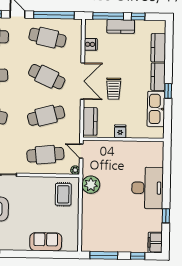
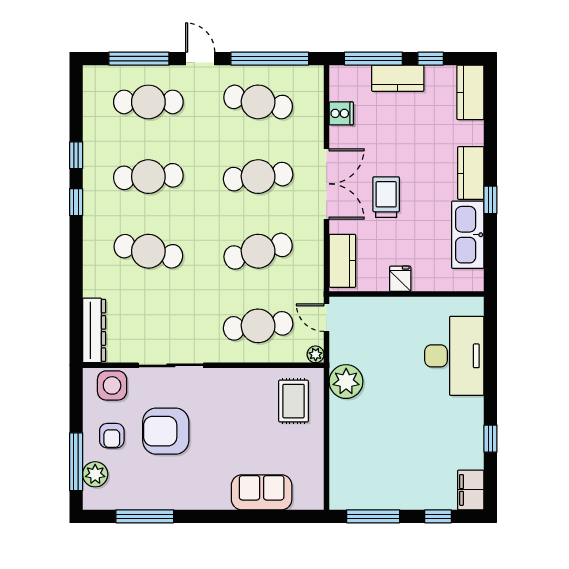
kitchen counter: (158, 48) -> (470, 92), moved
cafe table: (47, 77) -> (258, 177), turned -30
trolley: (114, 89) -> (386, 197), turned 180
desk: (147, 188) -> (454, 356), moved

